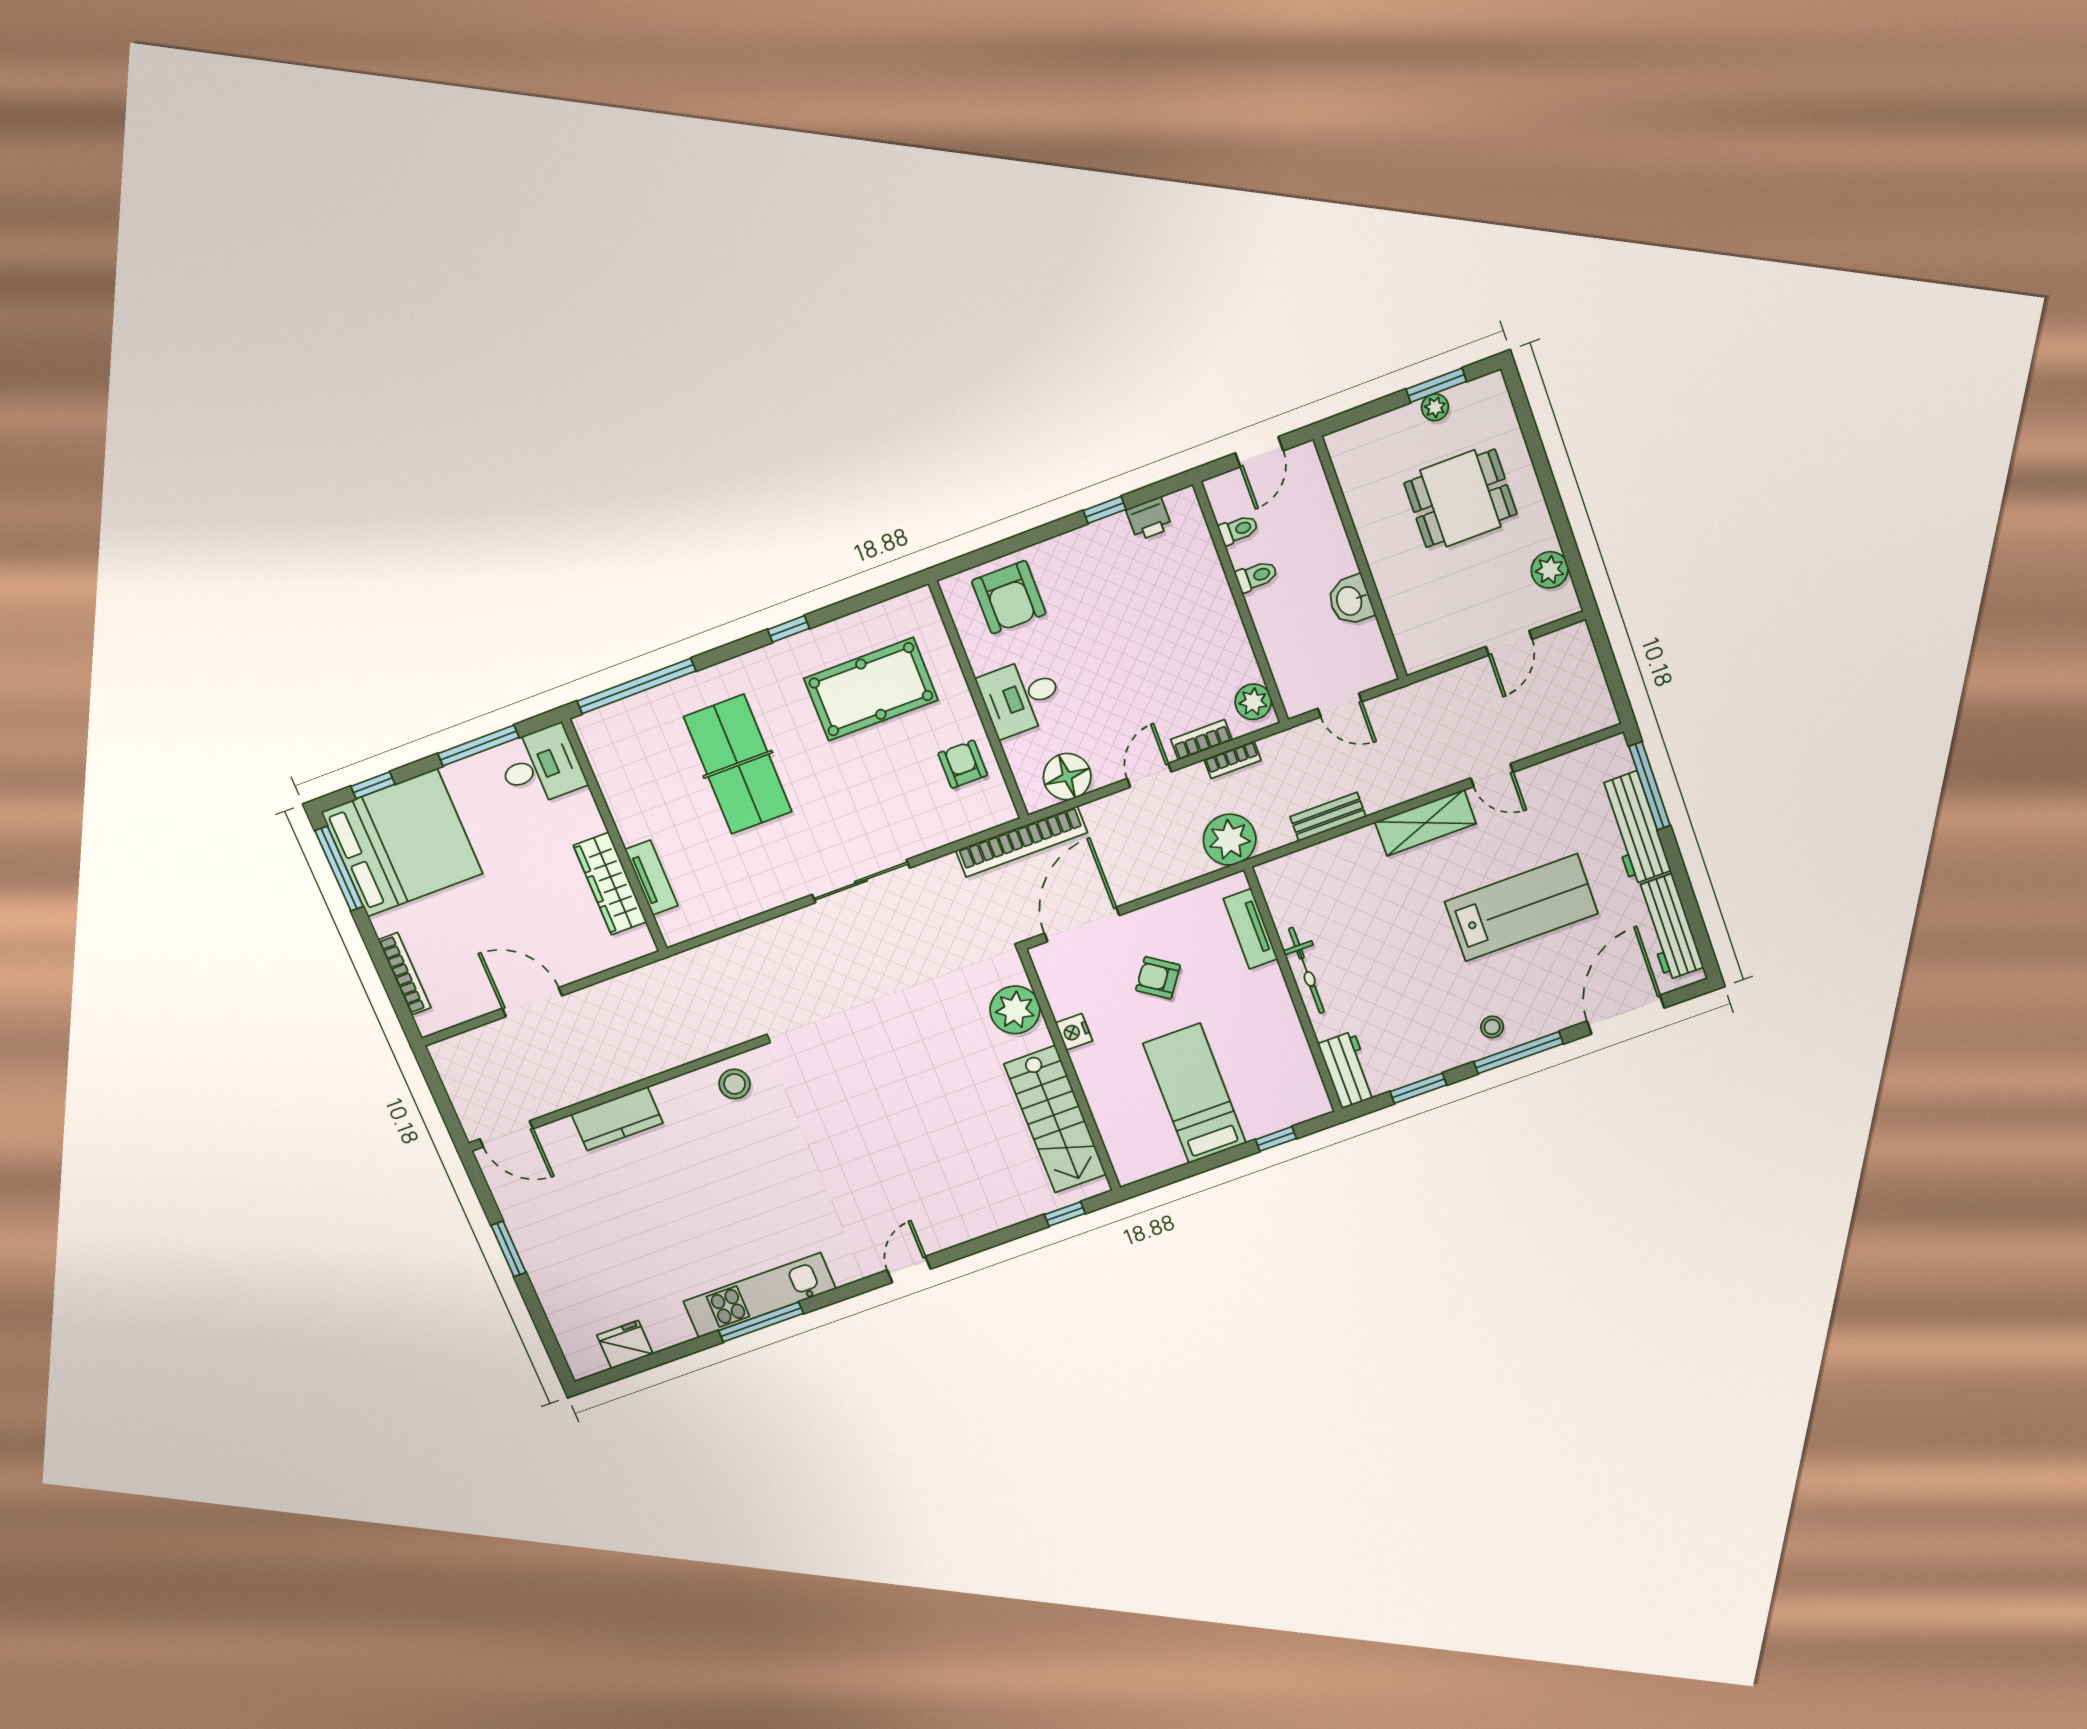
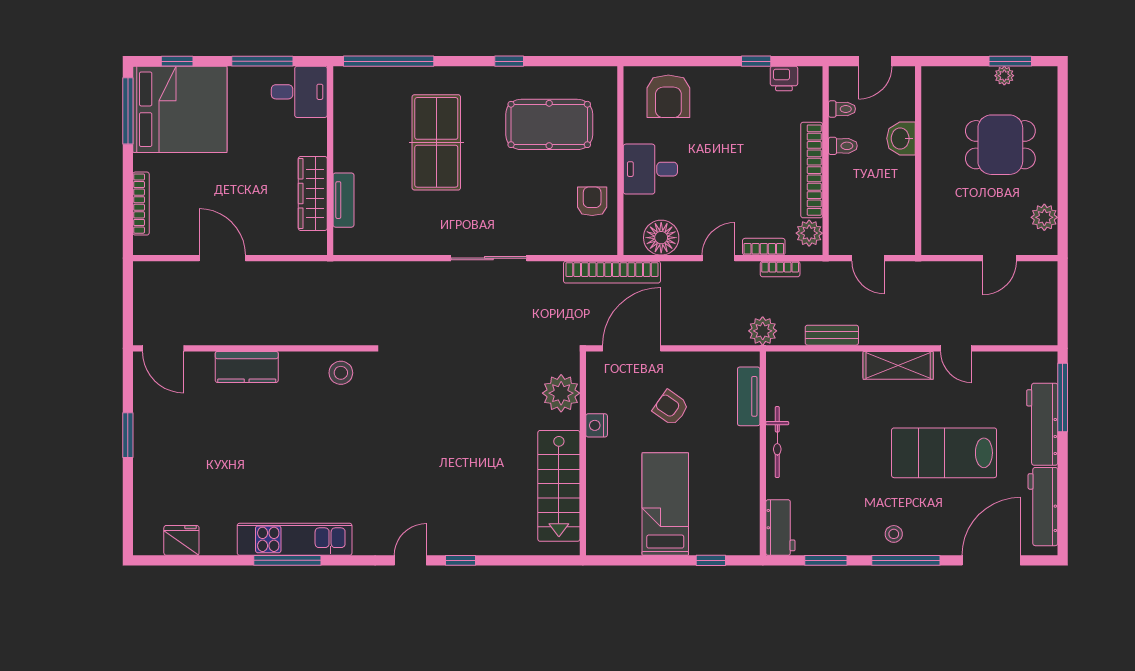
washbasin: (1350, 600) -> (901, 138), moved
bookcase: (1227, 622) -> (812, 170), added
plant: (1230, 840) -> (763, 331), width x0.73, depth x0.73
lab bench: (1521, 908) -> (944, 453), turned 180
window: (1065, 1214) -> (461, 560), moved

